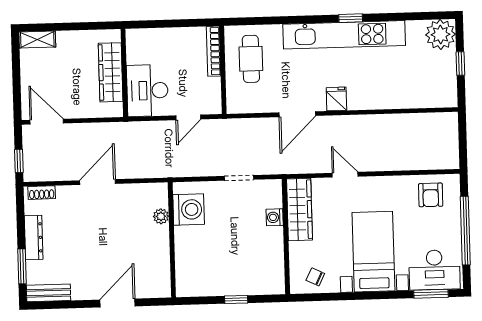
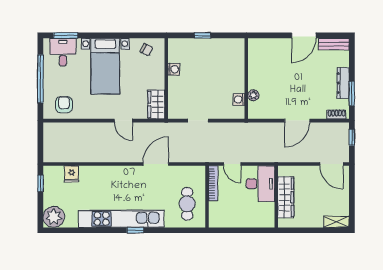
window: (351, 18) -> (135, 230), moved
bookcase: (214, 51) -> (213, 183), moved
window: (460, 64) -> (40, 183), moved
fridge: (336, 99) -> (72, 174), moved
door: (188, 117) -> (232, 164), swing flipped
washing machine: (189, 209) -> (239, 100), width x0.53, depth x0.53
wardrobe: (299, 209) -> (156, 104), width x0.67
washing machine: (275, 217) -> (174, 69), moved
window: (22, 266) -> (352, 94), moved
desk: (434, 270) -> (63, 52), width x0.73
door: (117, 303) -> (304, 35), moved

